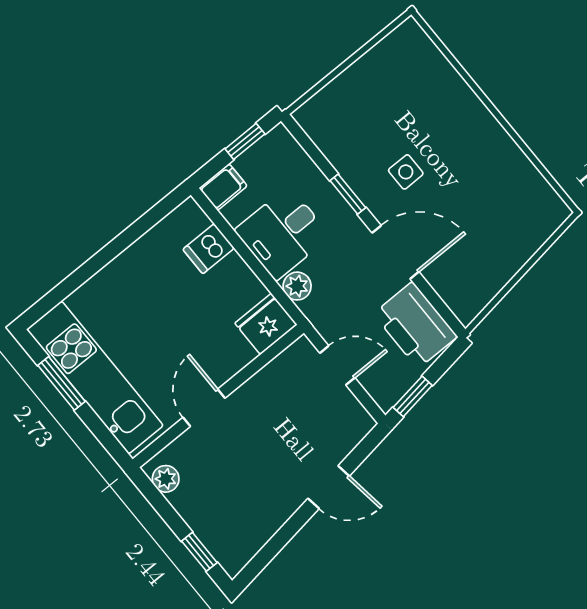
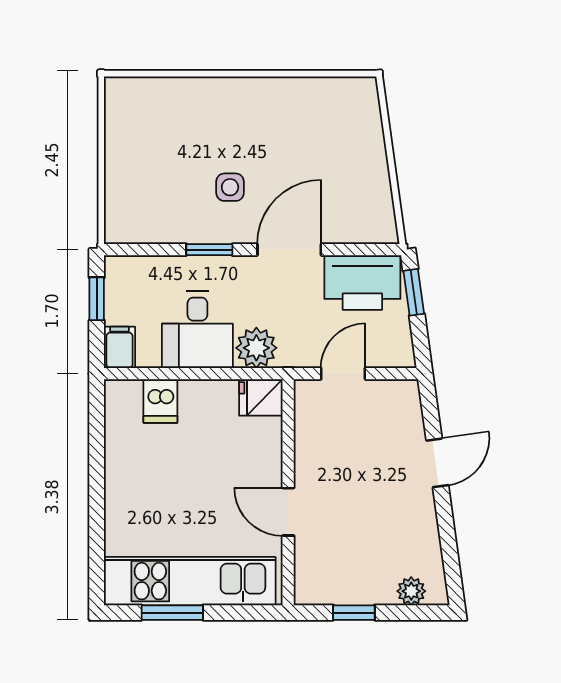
plant: (297, 286) -> (256, 348), width x1.38, depth x1.38
fridge: (266, 324) -> (261, 397), width x0.72
window: (413, 396) -> (414, 292), moved
plant: (166, 479) -> (411, 591), moved
window: (199, 552) -> (354, 613), moved

